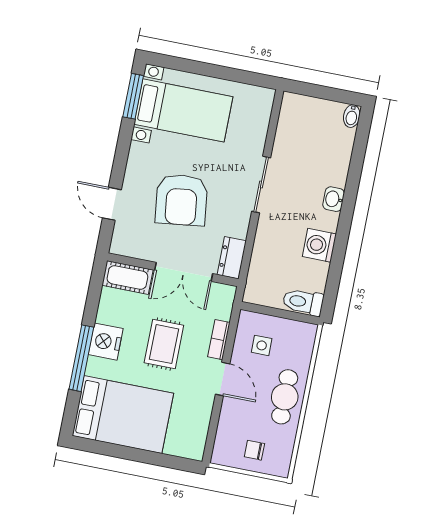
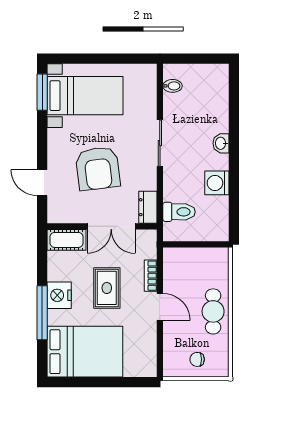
bidet: (352, 116) -> (173, 86), moved, turned -90
toilet: (303, 302) -> (179, 212), moved, turned 180
side table: (262, 345) -> (186, 273), removed

